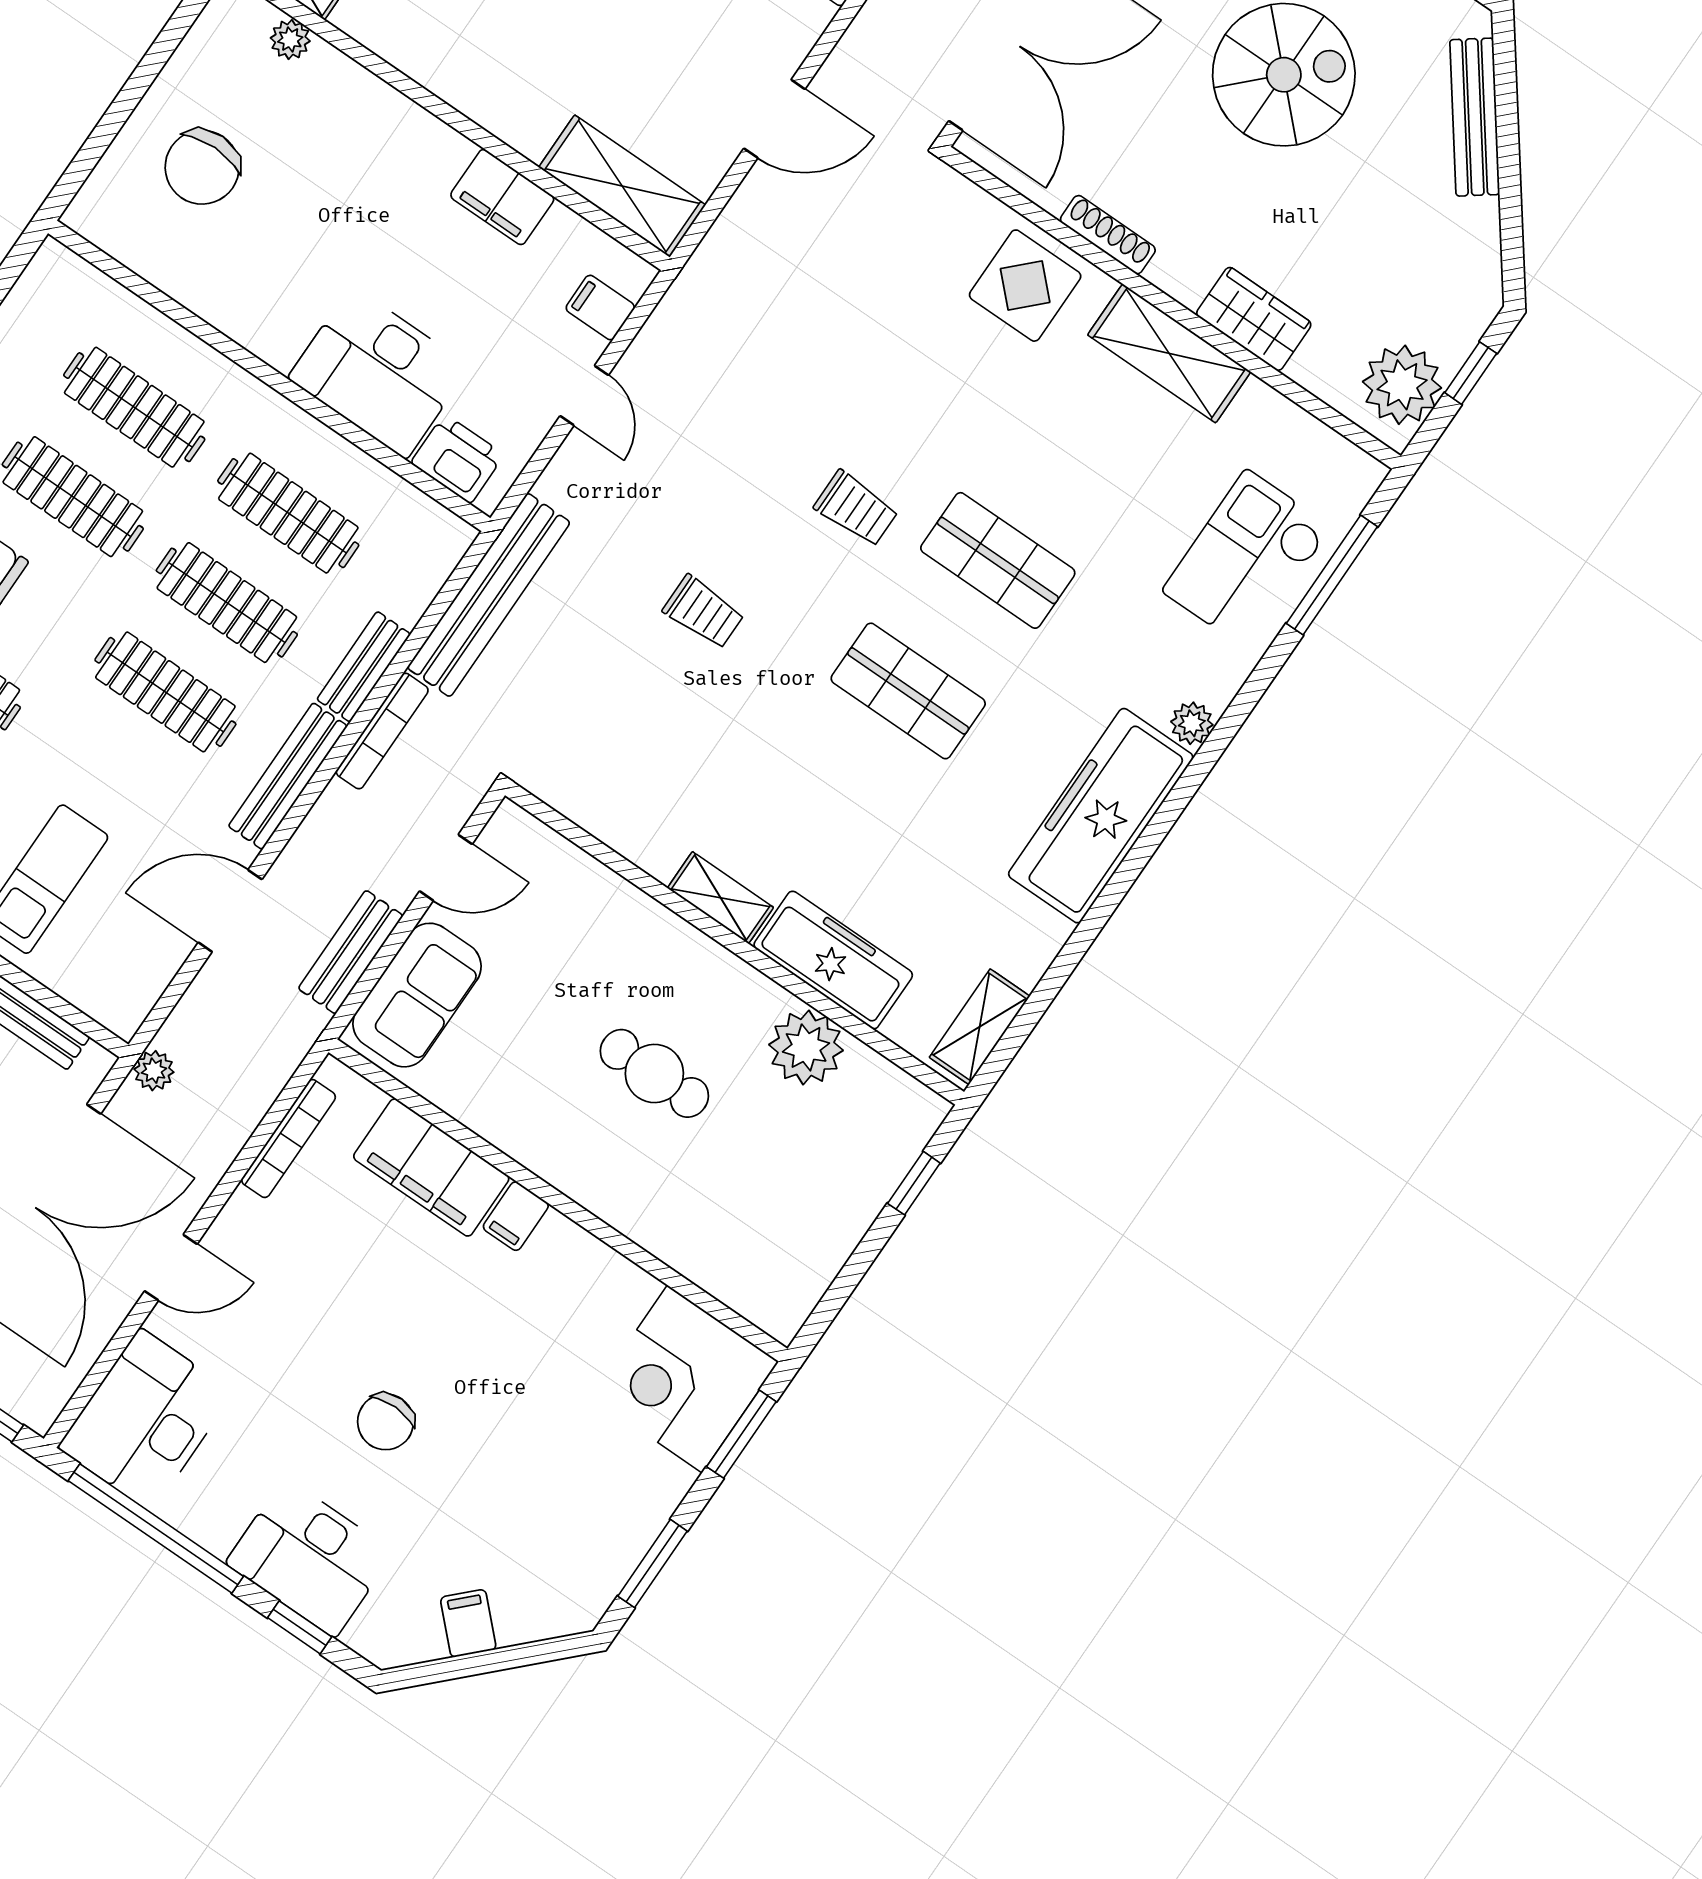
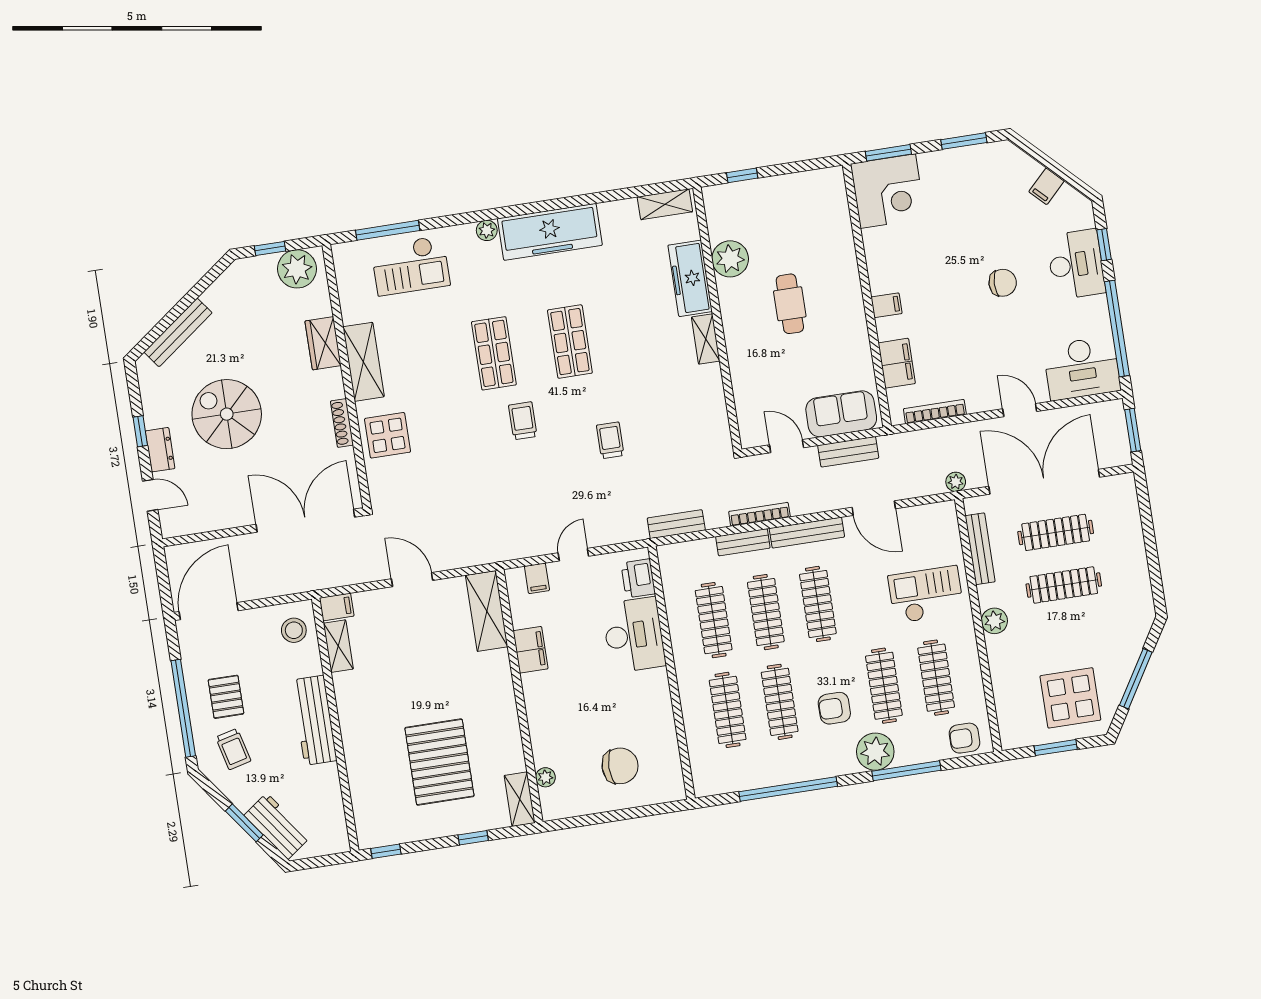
bench: (489, 595) -> (676, 524), width x0.54, depth x0.82
filing cabinet: (431, 1167) -> (897, 363), width x0.67, depth x0.86

